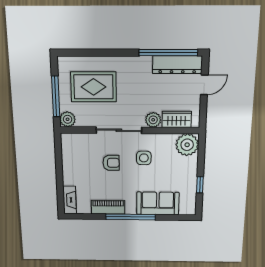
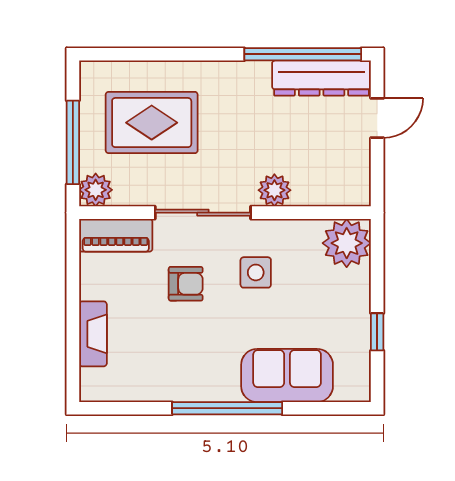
wardrobe: (177, 119) -> (323, 189), removed
fireplace: (70, 200) -> (93, 334), moved
piano: (108, 207) -> (116, 235), moved, turned 180

